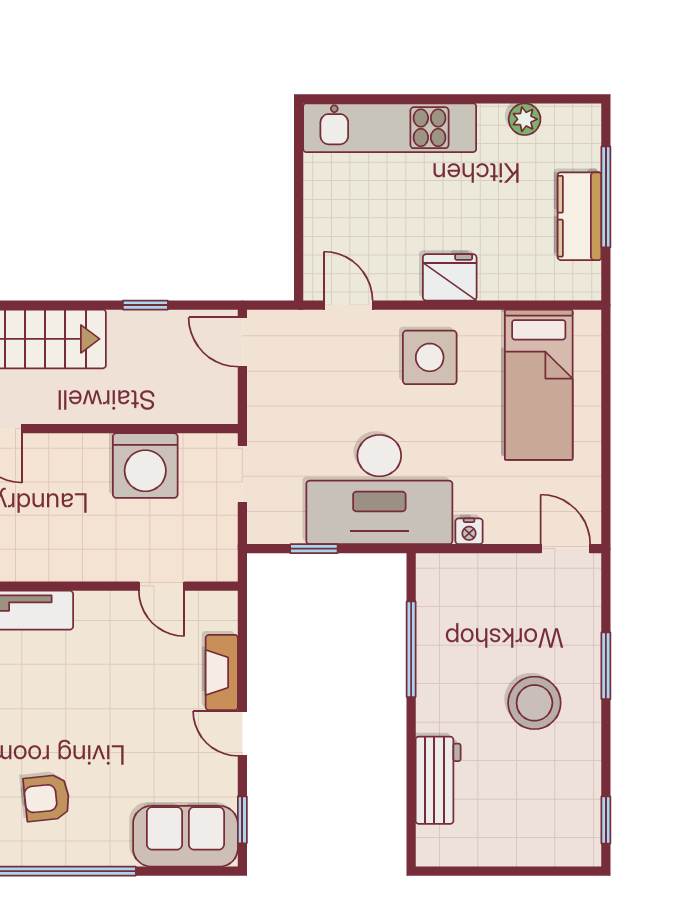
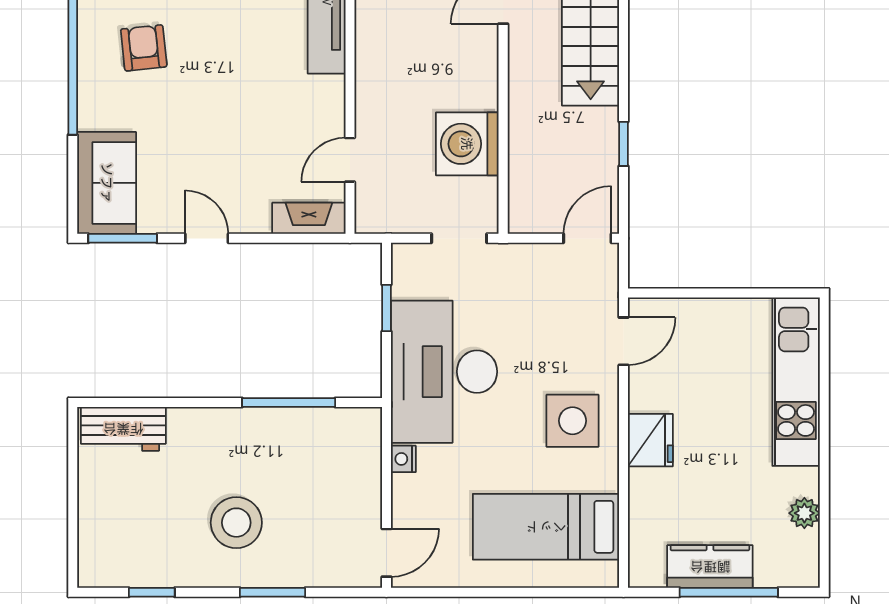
fireplace: (222, 673) -> (309, 218), moved
door: (242, 733) -> (207, 238), hinge flipped
workbench: (438, 780) -> (123, 429), moved
window: (242, 820) -> (123, 238), width x1.50
window: (606, 820) -> (152, 592), moved

